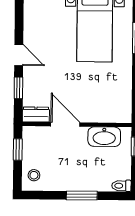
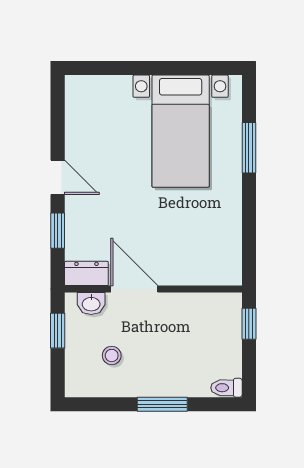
washbasin: (104, 137) -> (91, 304), moved, width x0.52, depth x0.69
stool: (34, 175) -> (112, 355), moved

